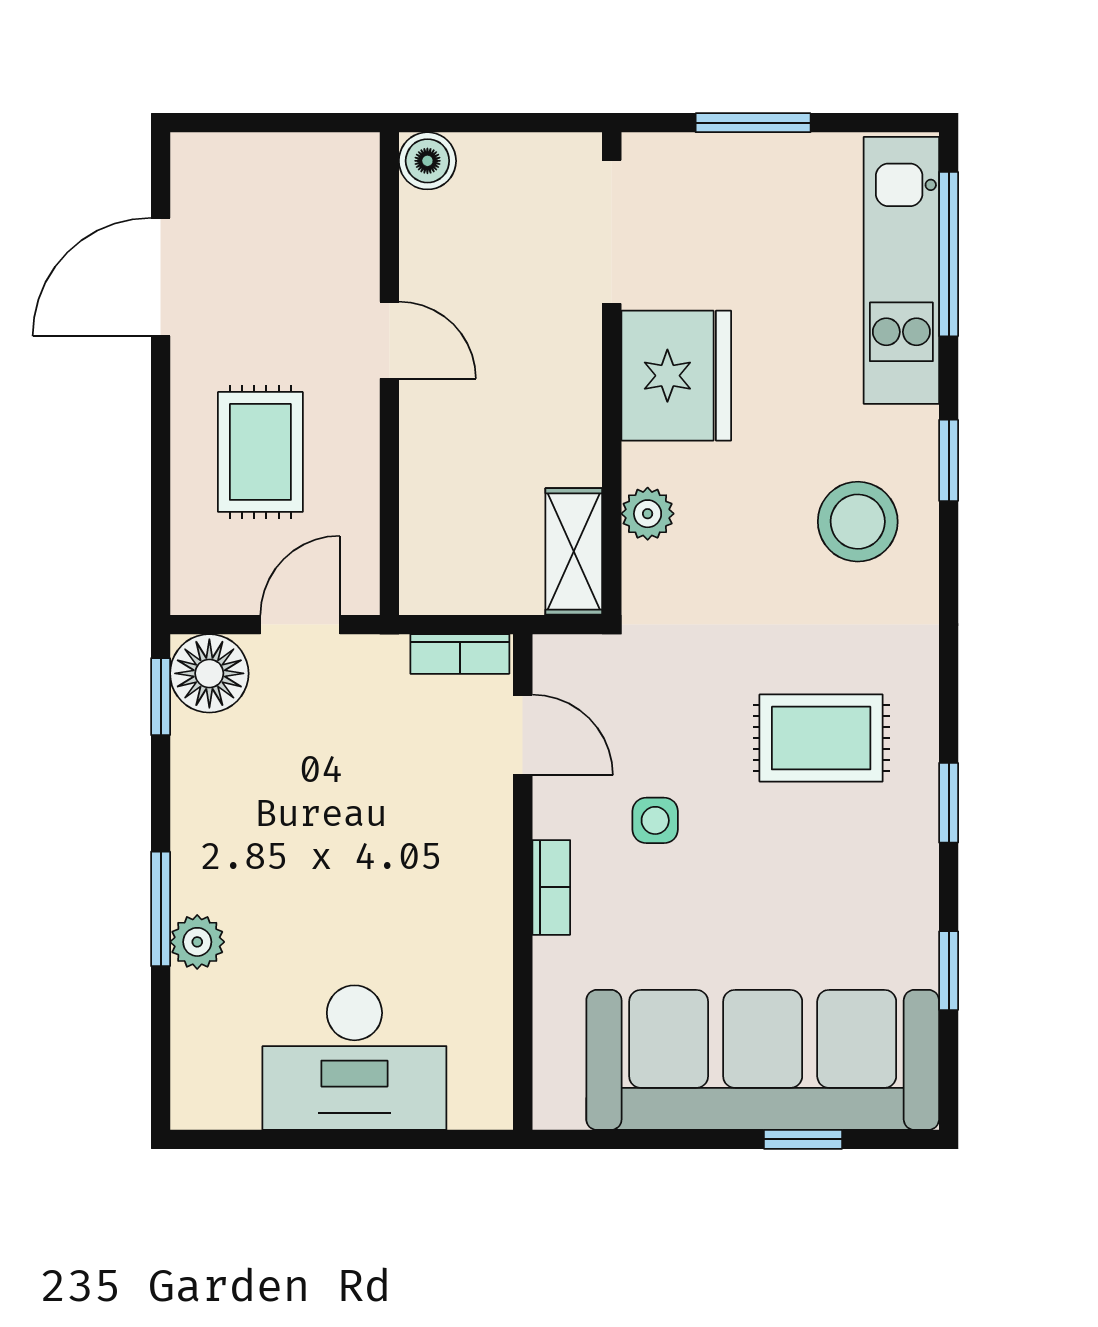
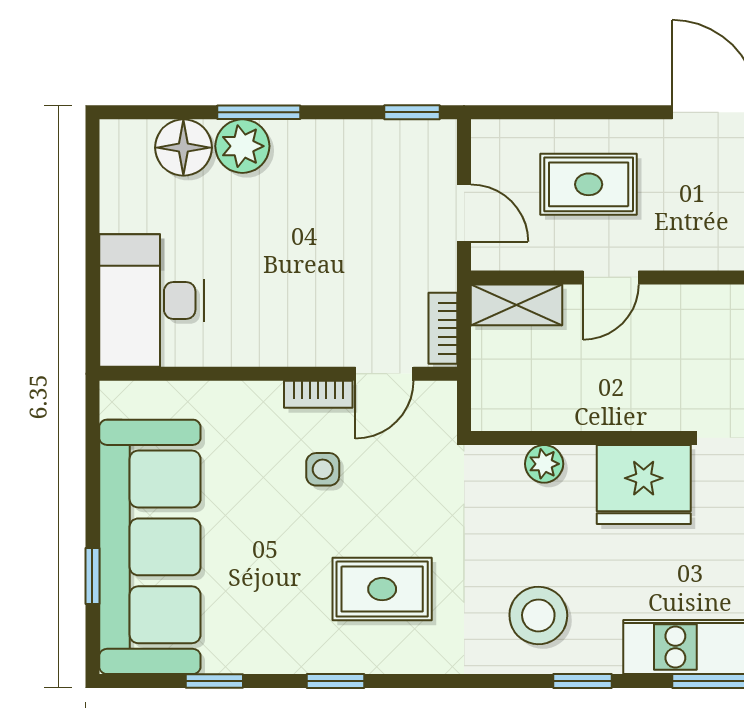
door: (389, 340) -> (611, 277), moved
shelving: (574, 551) -> (516, 305), moved
floor lamp: (209, 673) -> (183, 148), moved
rug: (821, 738) -> (382, 589), turned 90
bookcase: (551, 887) -> (318, 394), moved
plant: (197, 942) -> (242, 146), width x1.38, depth x1.38
desk: (354, 1058) -> (151, 300), moved

